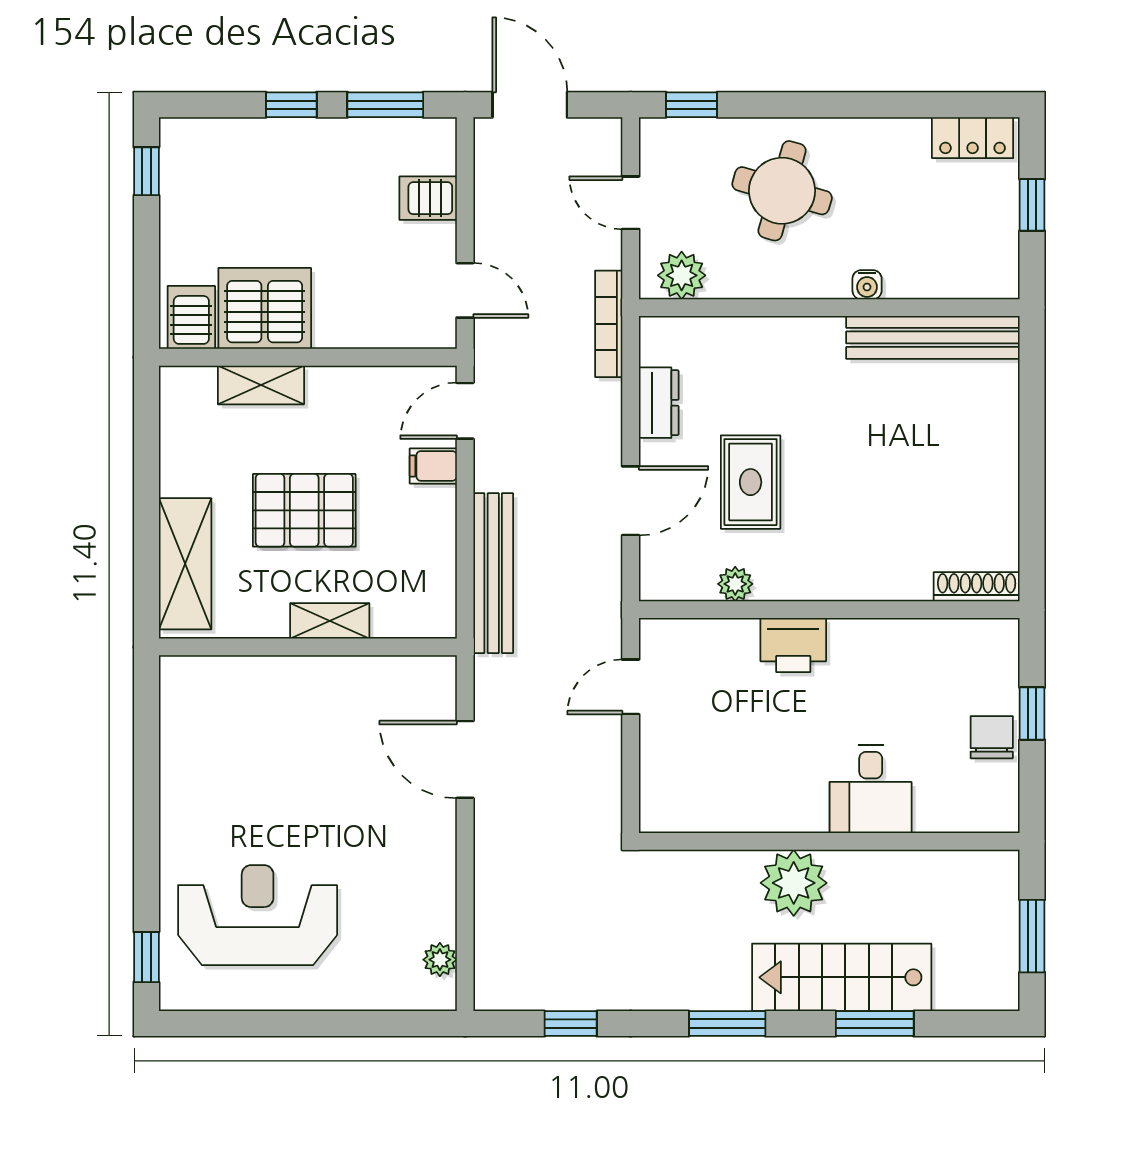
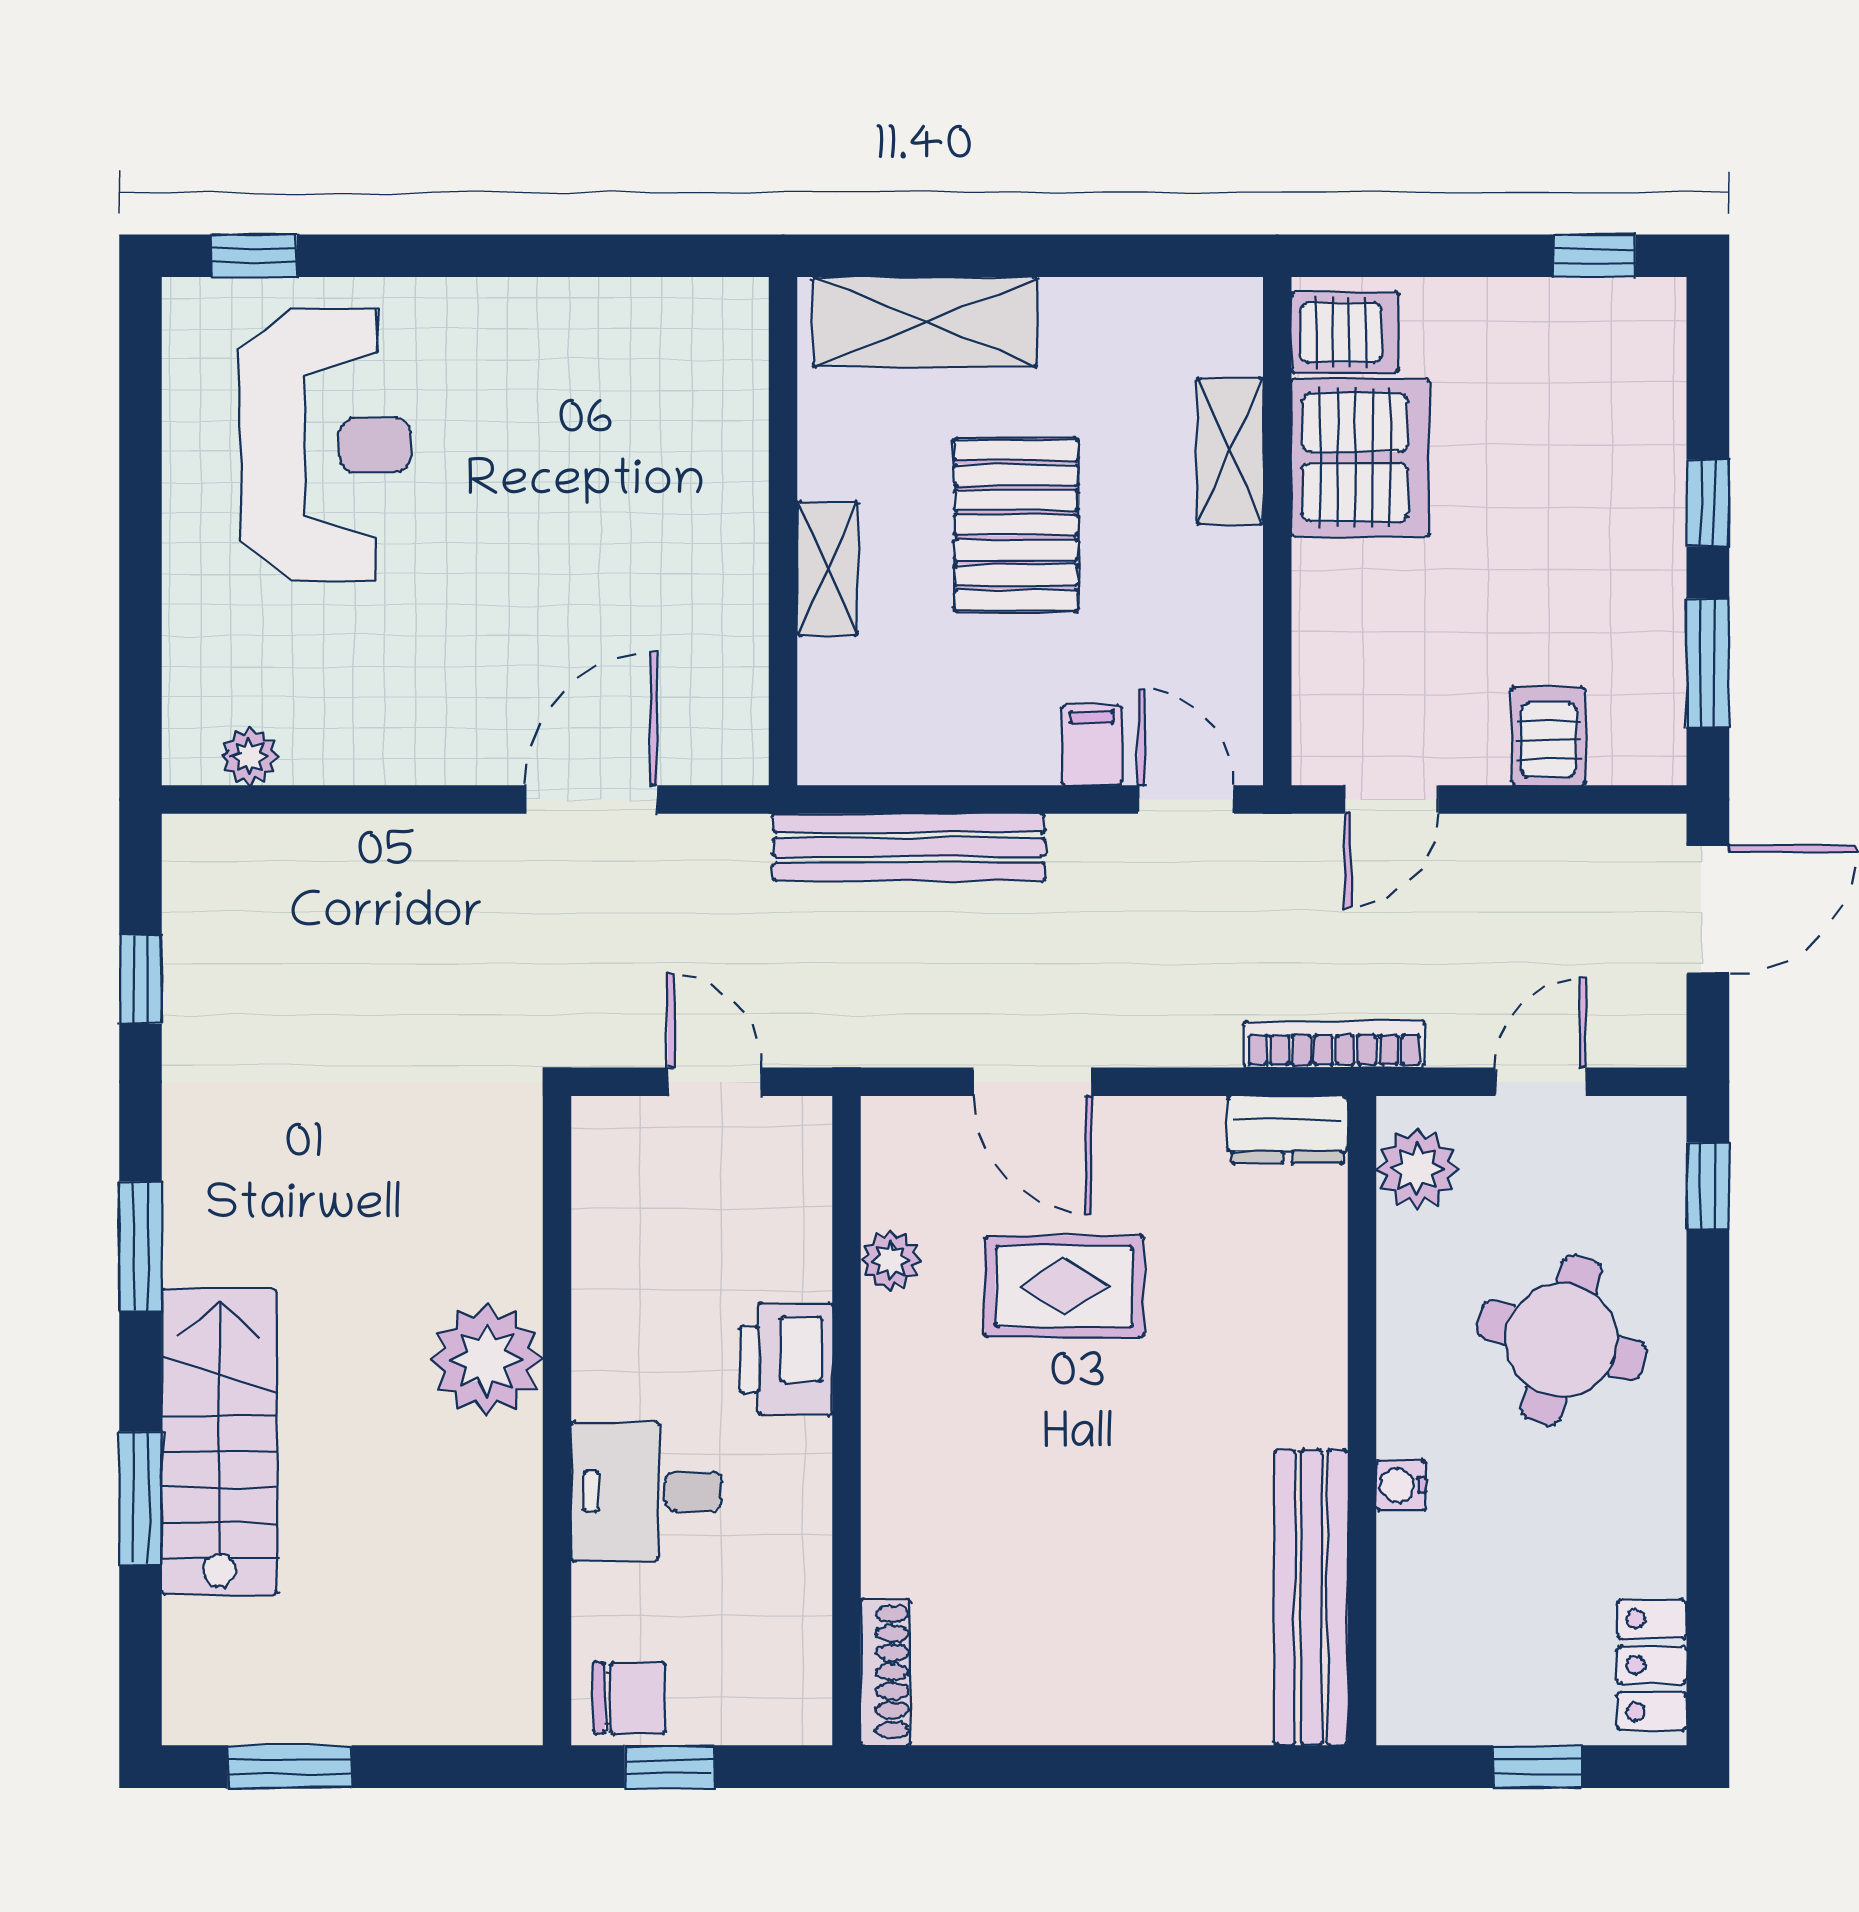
dresser: (659, 403) -> (1288, 1130), moved
desk: (871, 789) -> (647, 1491), moved
wall: (829, 841) -> (557, 1421), moved
plant: (794, 883) -> (486, 1360), moved

